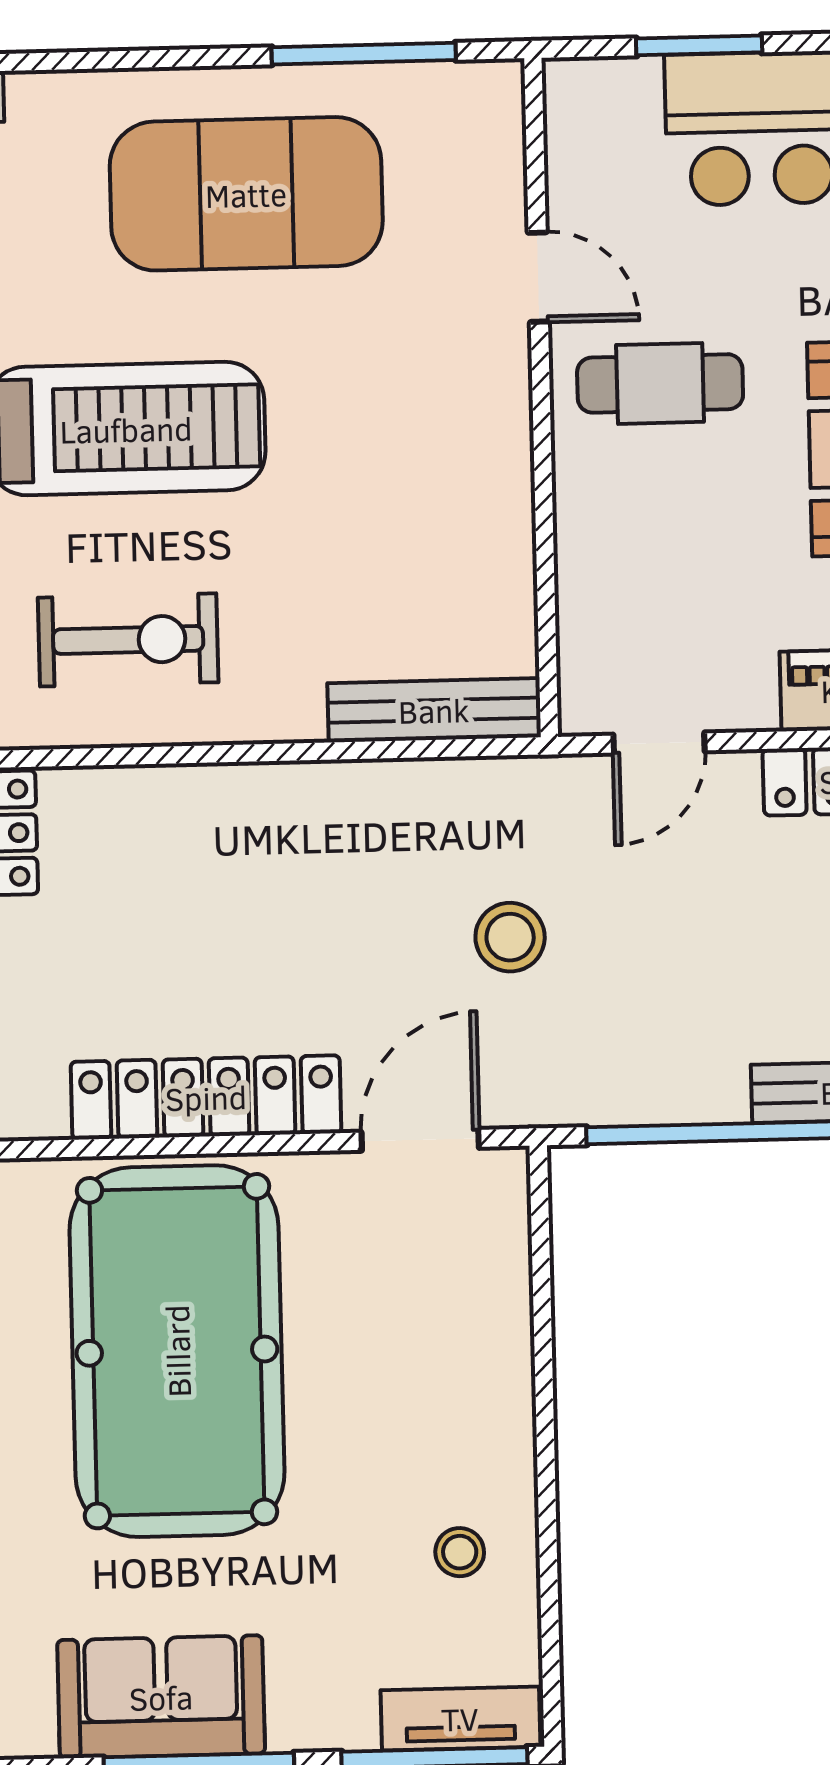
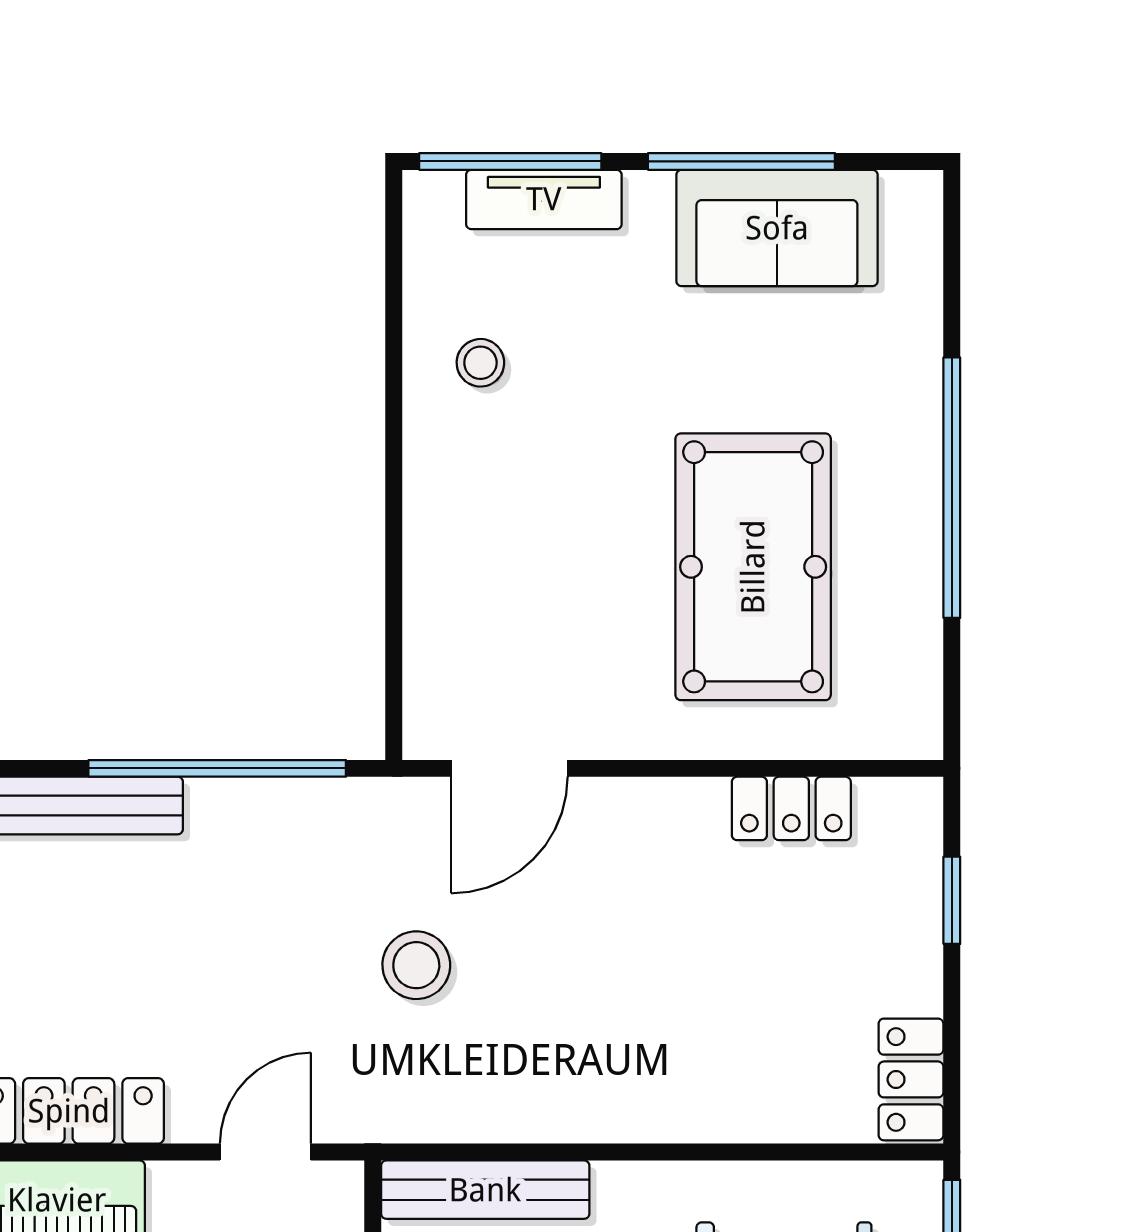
locker: (206, 1097) -> (791, 808), width x0.46, depth x0.83
pool table: (177, 1351) -> (753, 567), width x0.73, depth x0.76
tv unit: (460, 1718) -> (544, 199), moved

